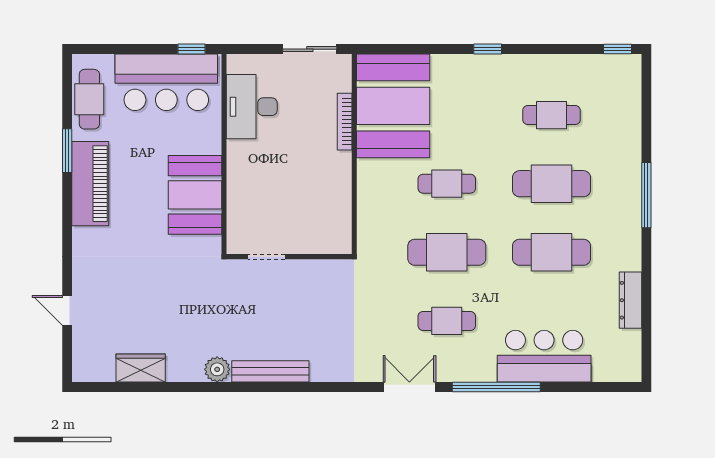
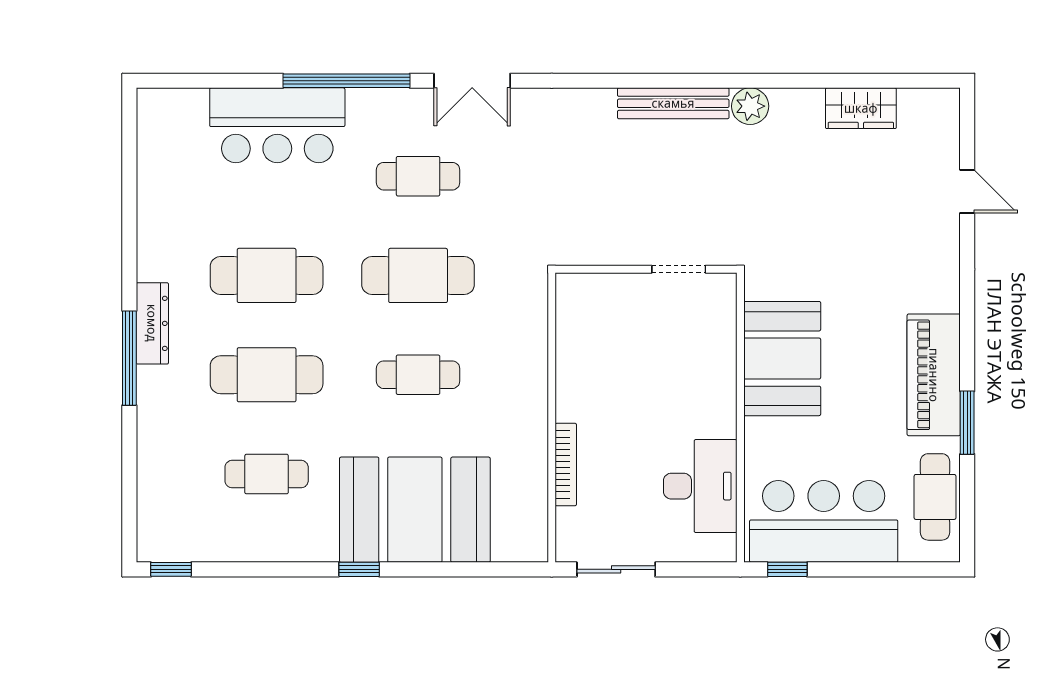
booth: (393, 106) -> (415, 510), moved, turned 90
dresser: (630, 300) -> (152, 323), moved

